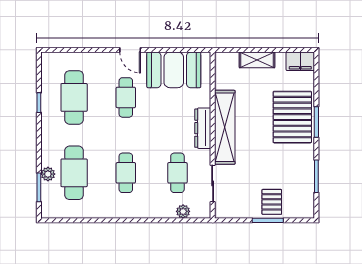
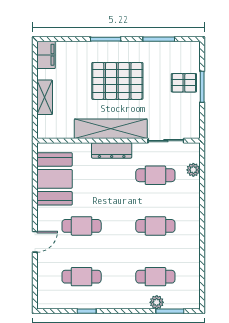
door: (130, 50) -> (35, 242), moved
cafe table: (74, 97) -> (82, 277), width x0.73, depth x0.74
pallet: (292, 117) -> (117, 81), moved
cafe table: (74, 173) -> (155, 277), width x0.73, depth x0.74

